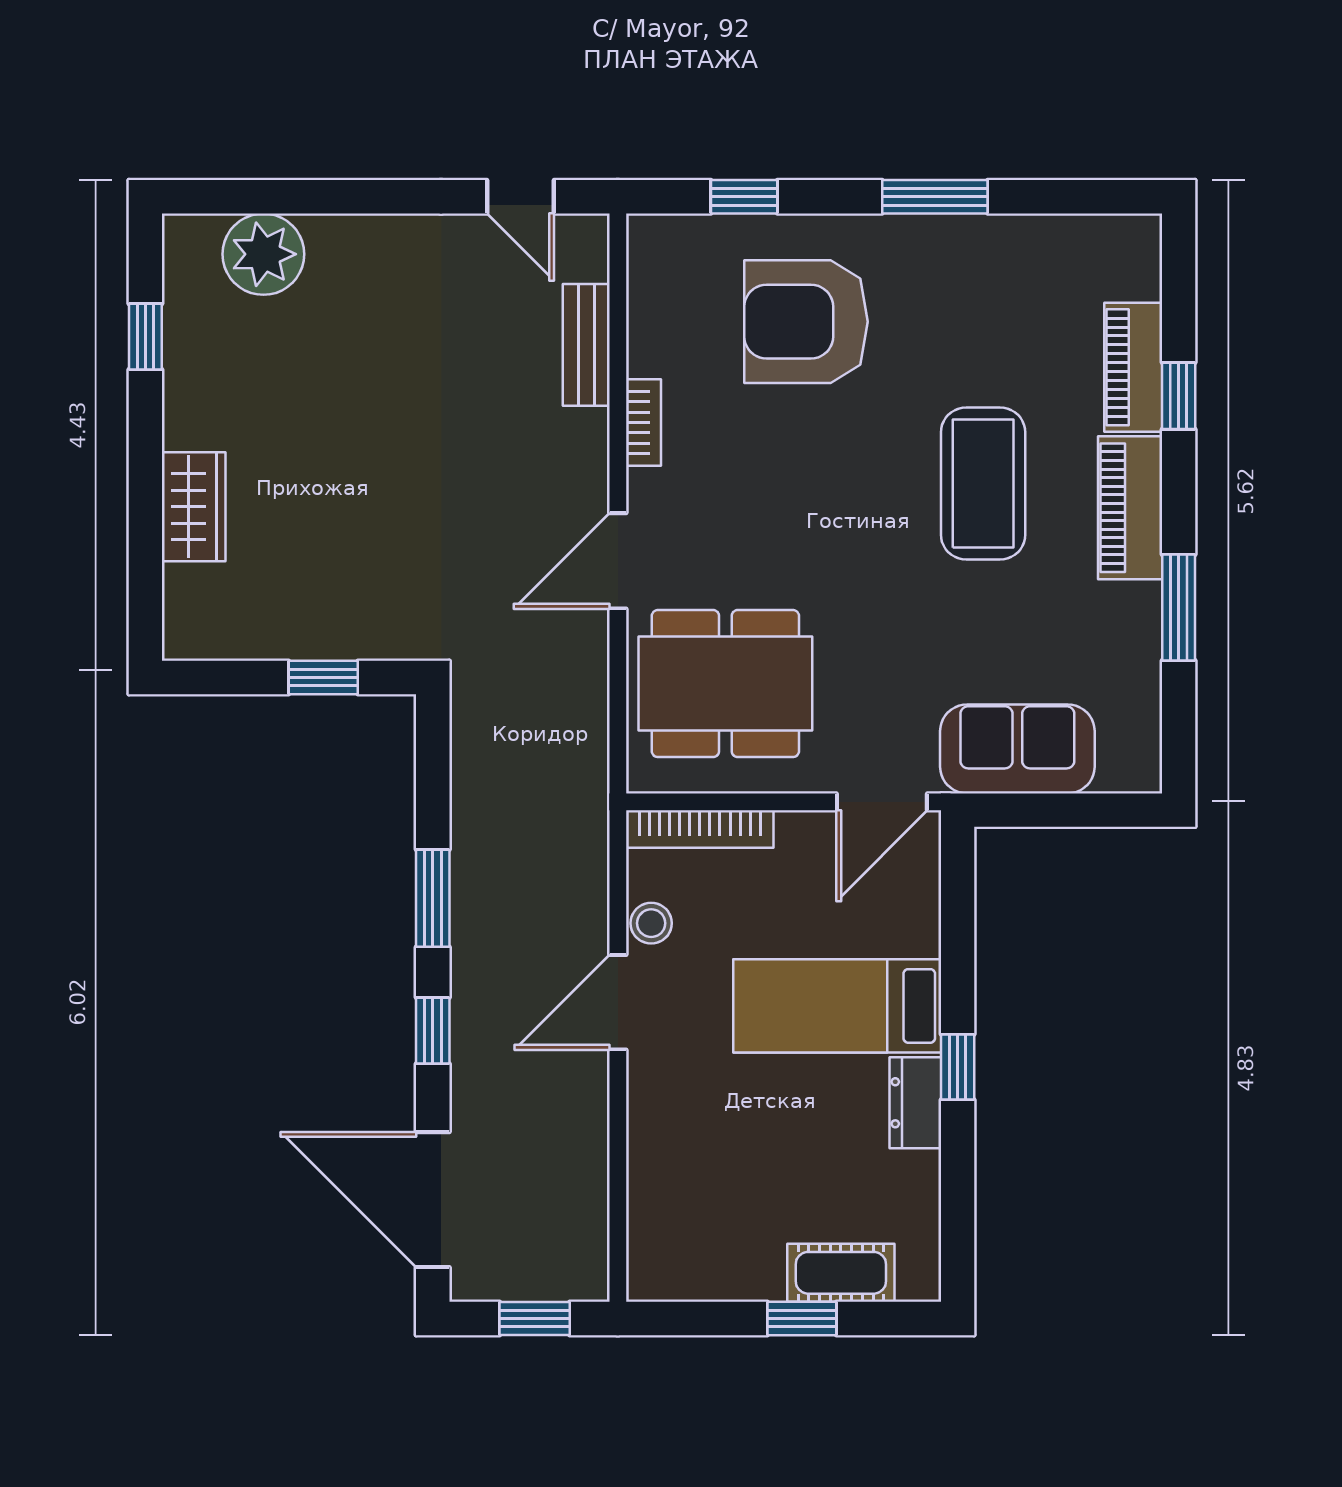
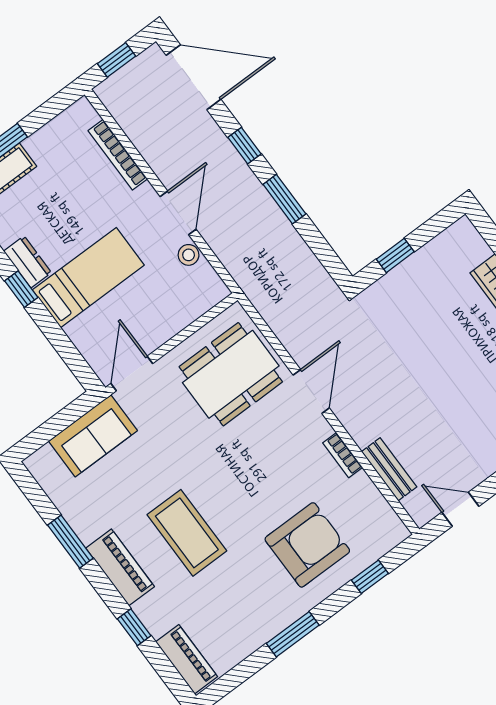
piano: (1133, 367) -> (187, 659), moved
bookcase: (700, 829) -> (118, 155), moved, turned -90

